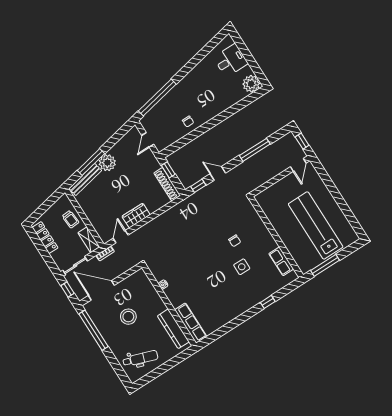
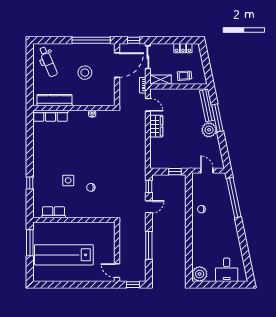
shoe rack: (167, 184) -> (165, 164), removed
lab bench: (316, 225) -> (64, 255), turned 180
locker: (45, 238) -> (183, 48), width x0.66
dental chair: (140, 358) -> (48, 62), turned -42

